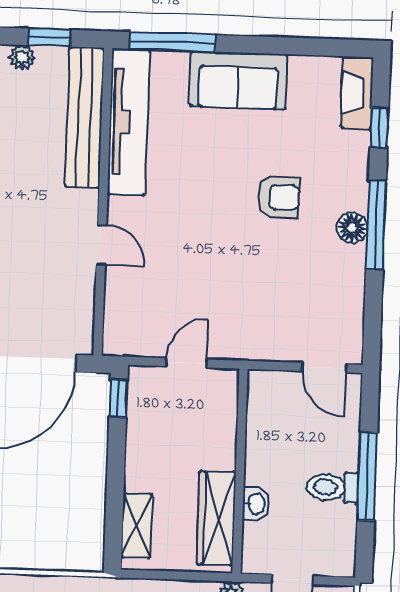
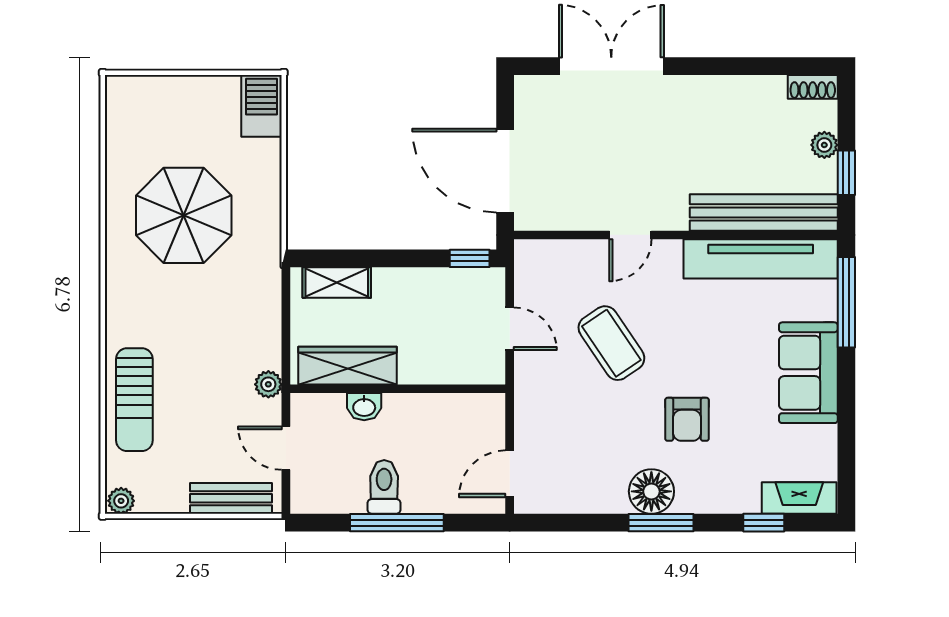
window: (376, 225) -> (661, 523), width x0.69
floor lamp: (352, 228) -> (651, 491), width x1.38, depth x1.38
coffee table: (203, 267) -> (611, 343), added

